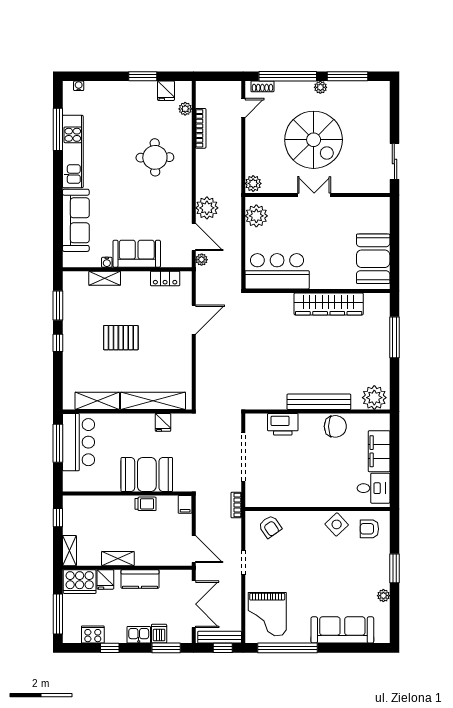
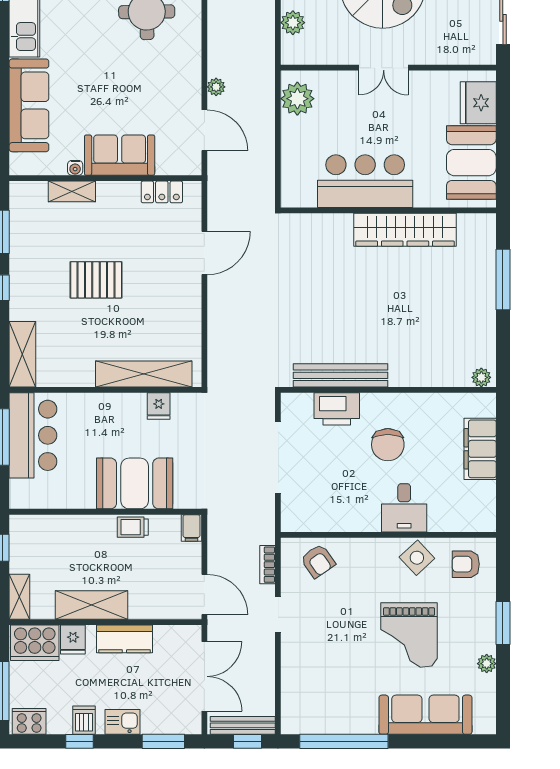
plant: (253, 183) -> (293, 23), moved
double door: (314, 195) -> (384, 68), swing flipped
plant: (207, 208) -> (216, 87), width x0.53, depth x0.53
fridge: (378, 219) -> (478, 103), added
plant: (202, 260) -> (216, 164), removed
bar counter: (277, 271) -> (365, 181), moved
plant: (374, 398) -> (481, 377), width x0.53, depth x0.53
shelving: (97, 401) -> (22, 354), moved, turned 90
bench: (319, 402) -> (341, 375), moved
chair: (335, 426) -> (388, 445), moved, turned 90
desk: (374, 488) -> (404, 508), moved, turned 90
trolley: (146, 504) -> (133, 527), turned 180
bookcase: (236, 505) -> (268, 565), moved
shelving: (118, 559) -> (92, 605), width x1.50, depth x1.33
grand piano: (267, 614) -> (409, 635), moved
dishwasher: (159, 634) -> (84, 720), moved
cooker: (93, 635) -> (29, 721), moved

